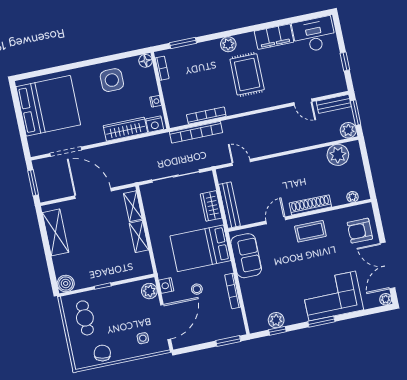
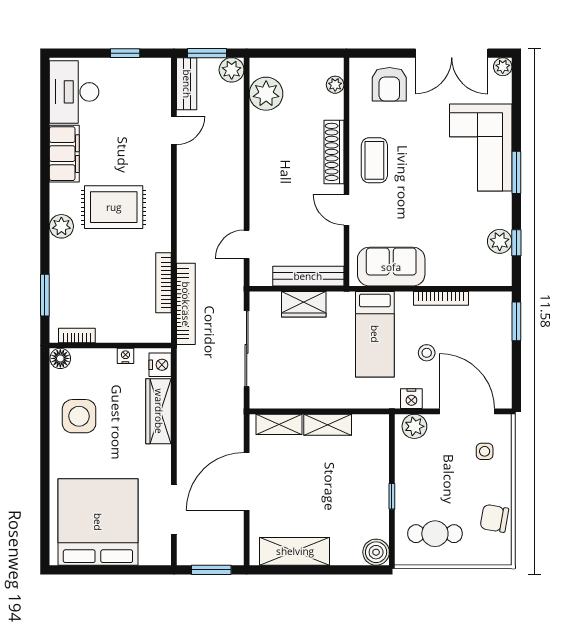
bed: (200, 248) -> (375, 334), width x0.67

